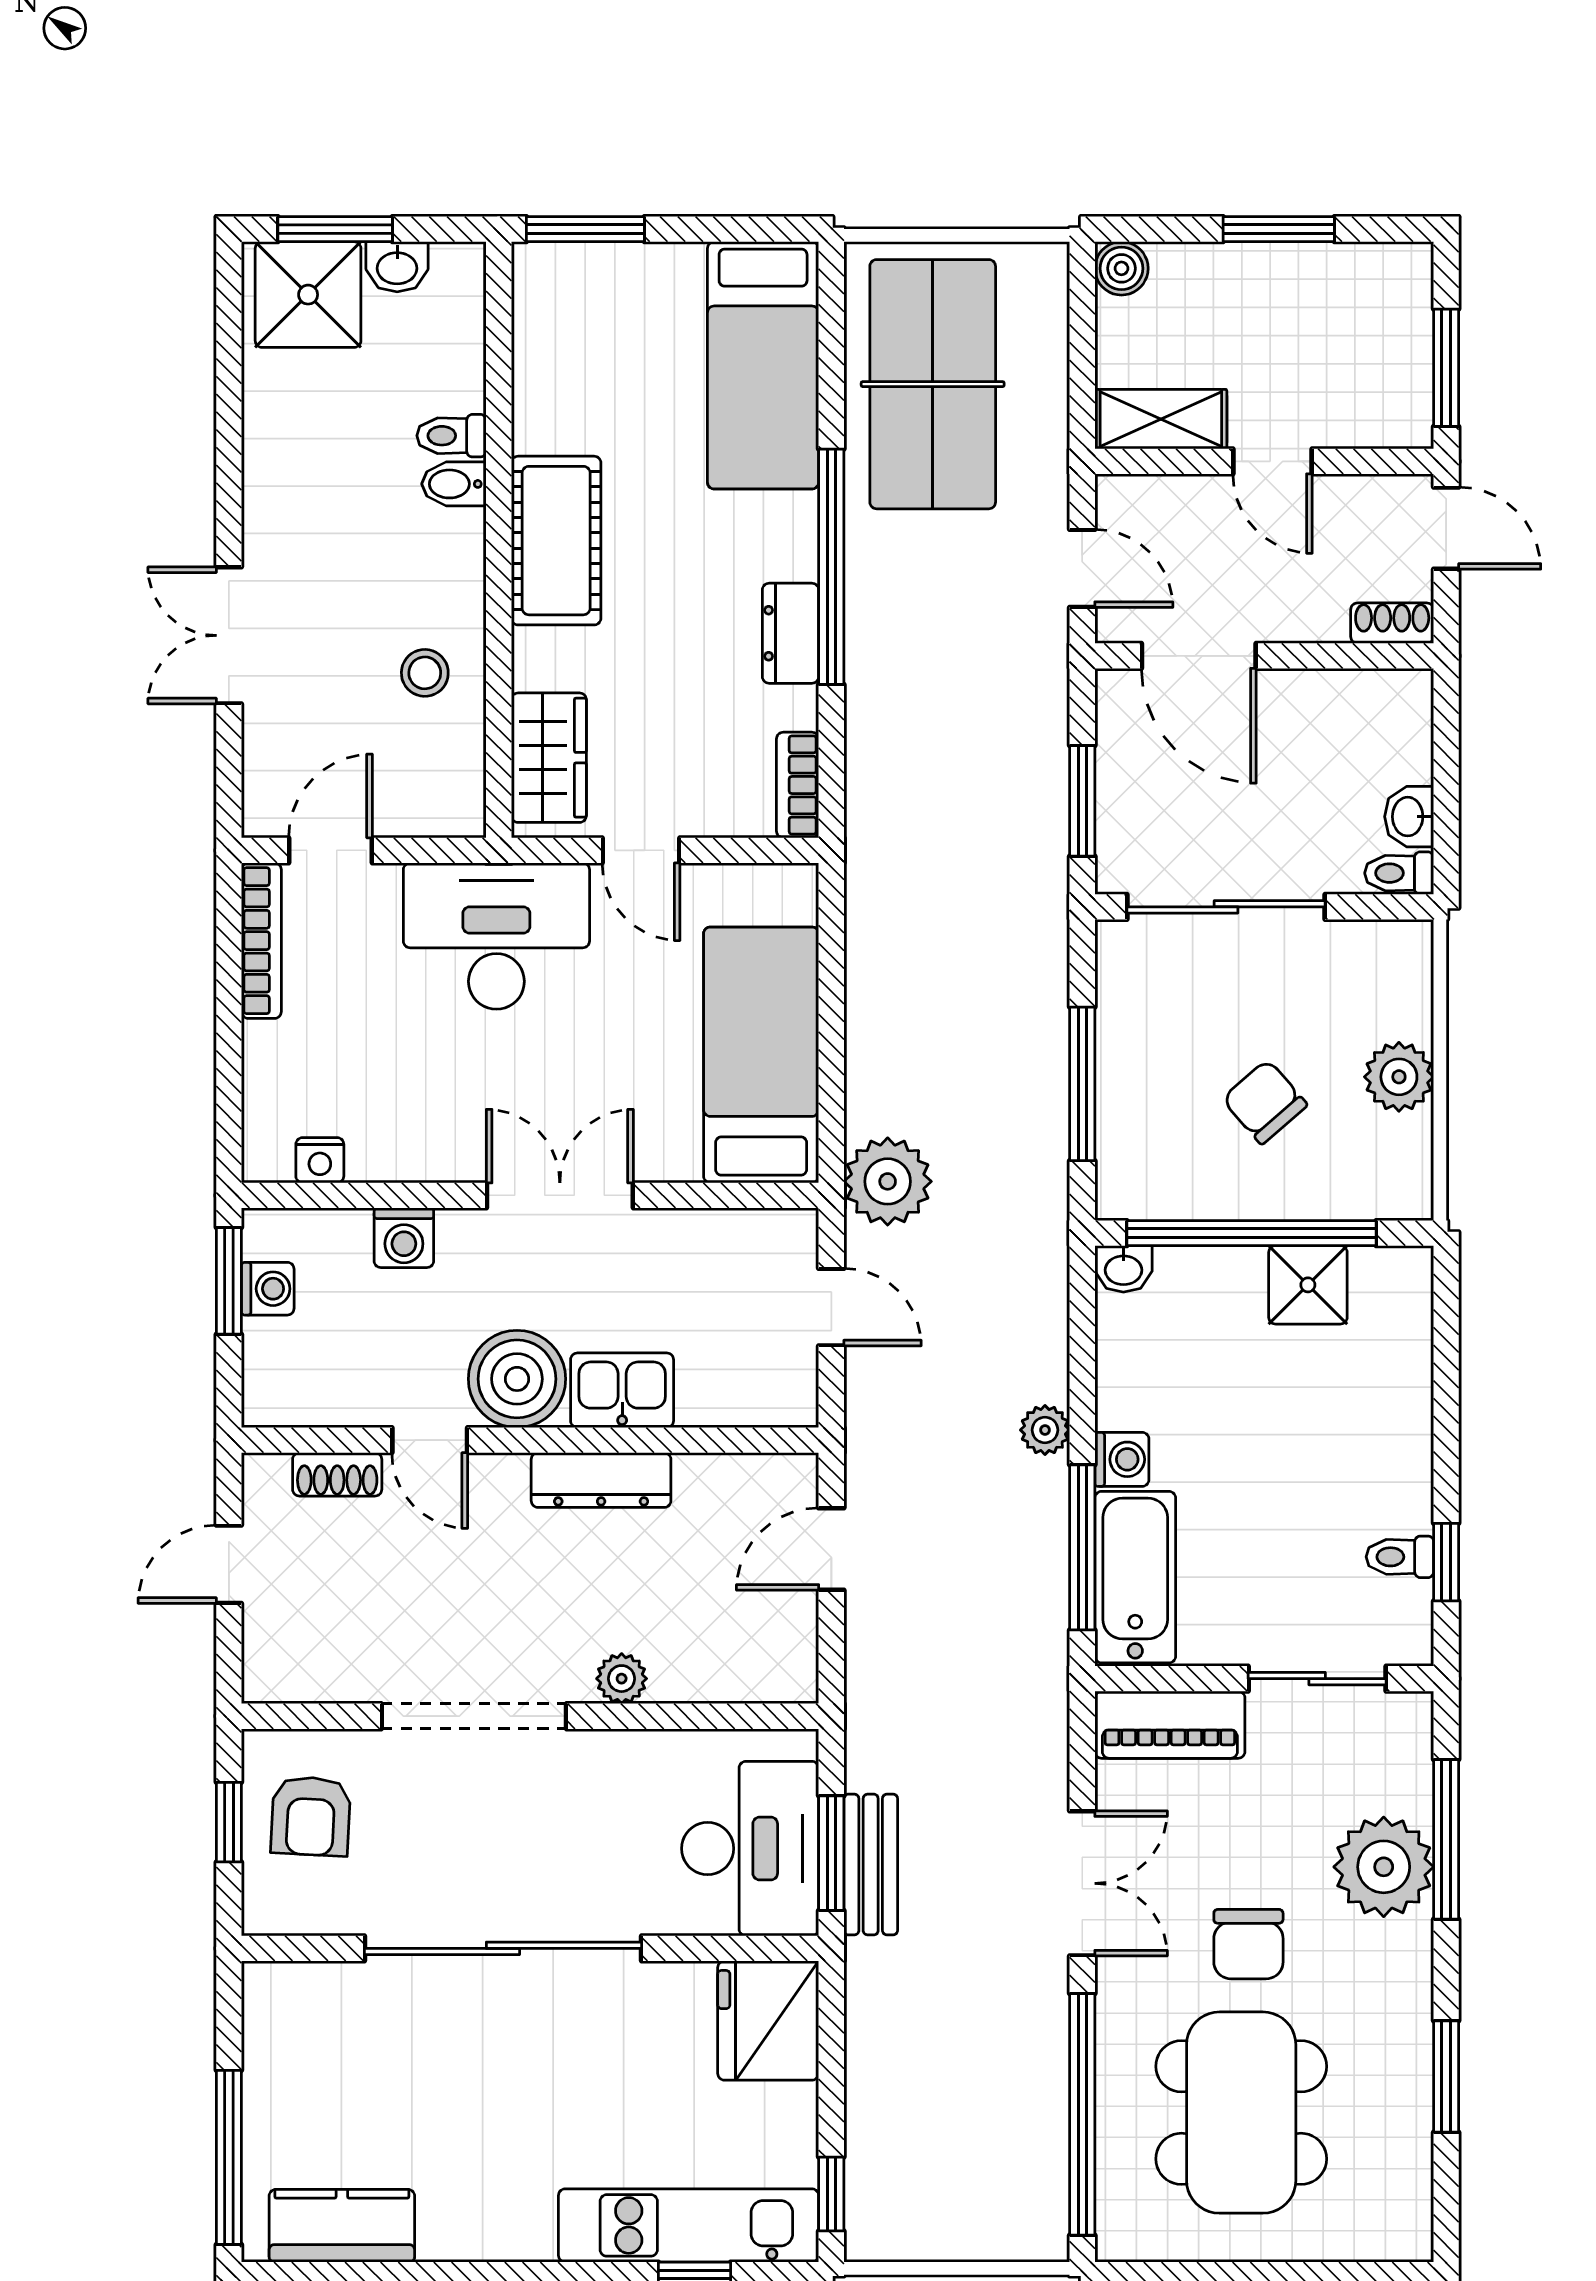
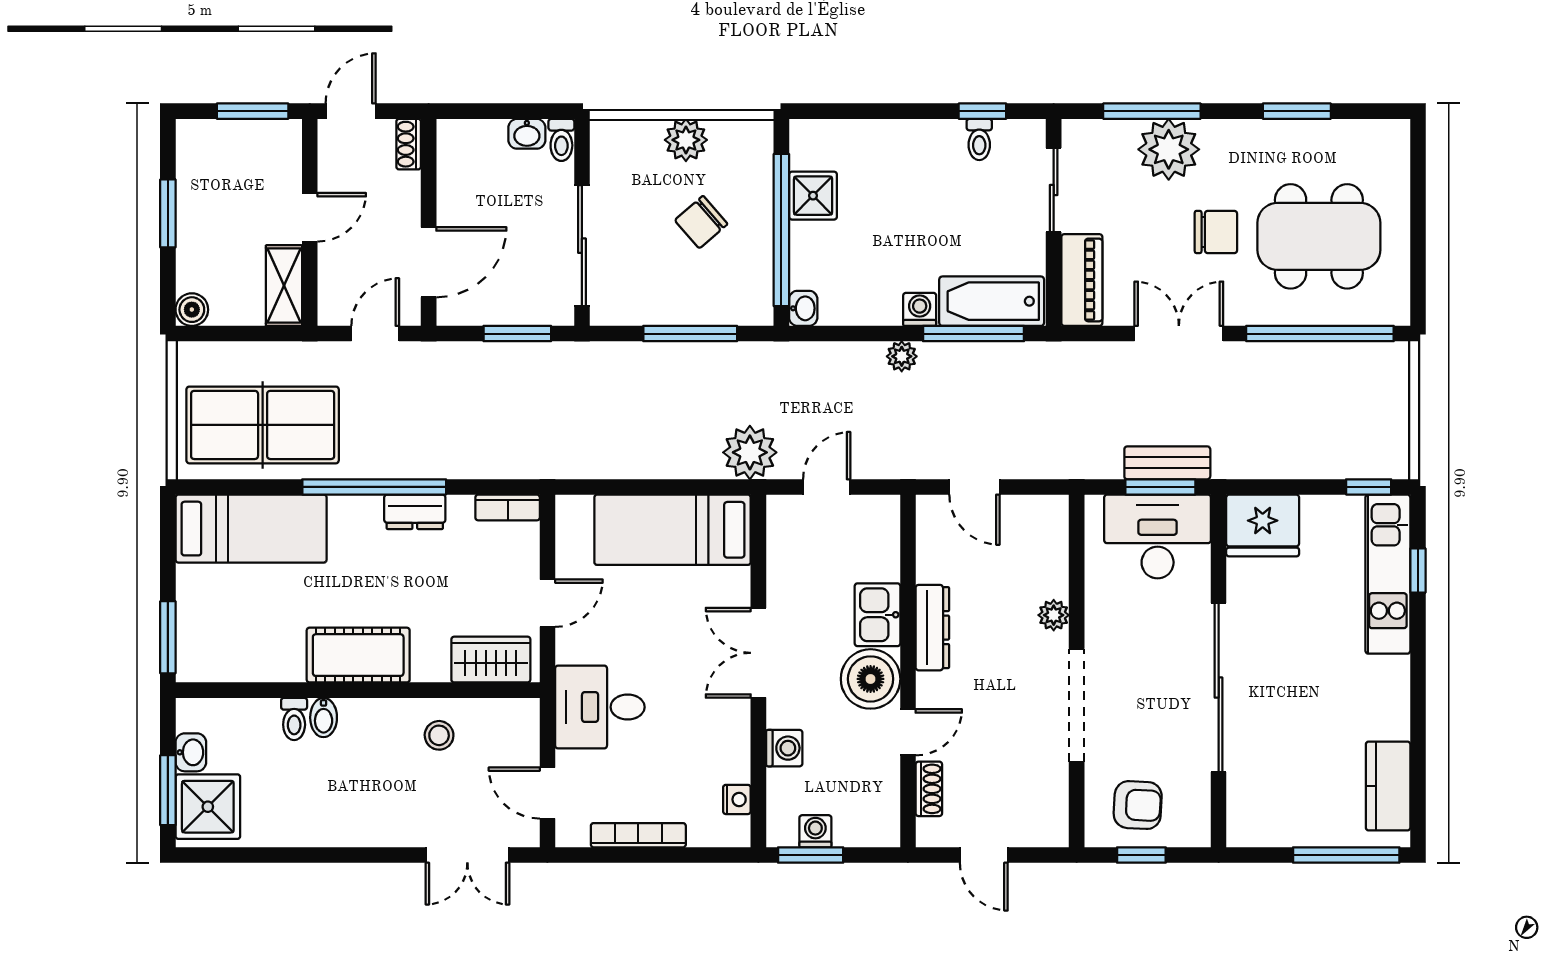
double door: (229, 635) -> (467, 855), moved
desk: (496, 936) -> (600, 707), width x0.73
bookcase: (261, 941) -> (638, 835), moved

